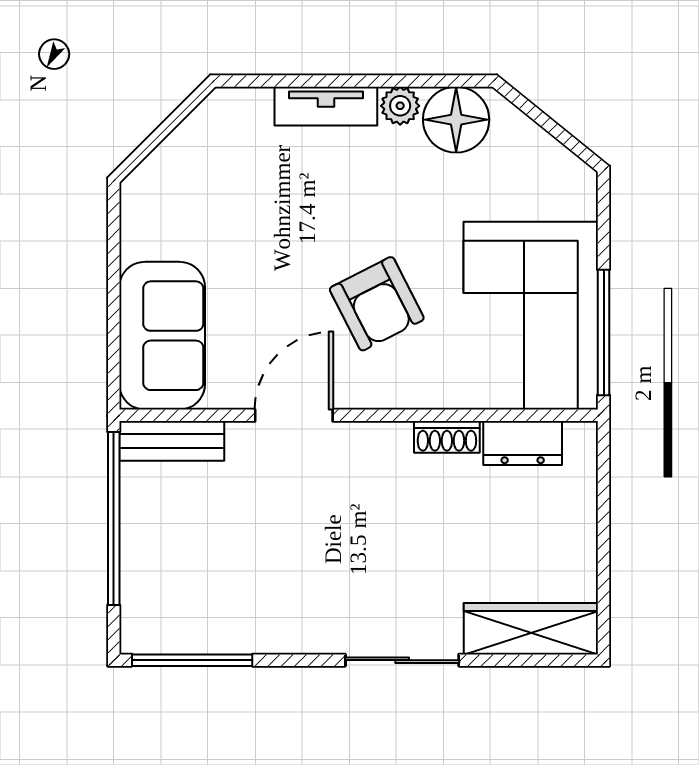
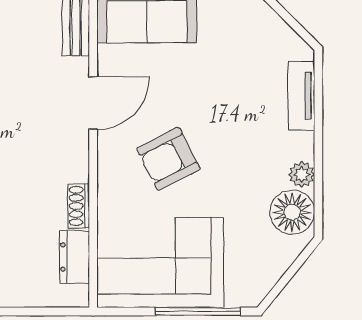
tv unit: (326, 106) -> (301, 96), moved
window: (604, 332) -> (198, 311), moved
door: (294, 415) -> (93, 103), hinge flipped

